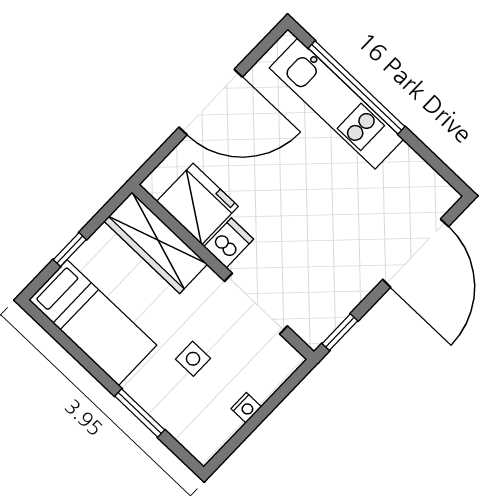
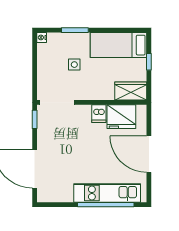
door: (211, 102) -> (149, 154), hinge flipped
wardrobe: (156, 243) -> (131, 91), width x0.67
doorway: (256, 304) -> (57, 102), moved
nightstand: (246, 408) -> (42, 37), moved

